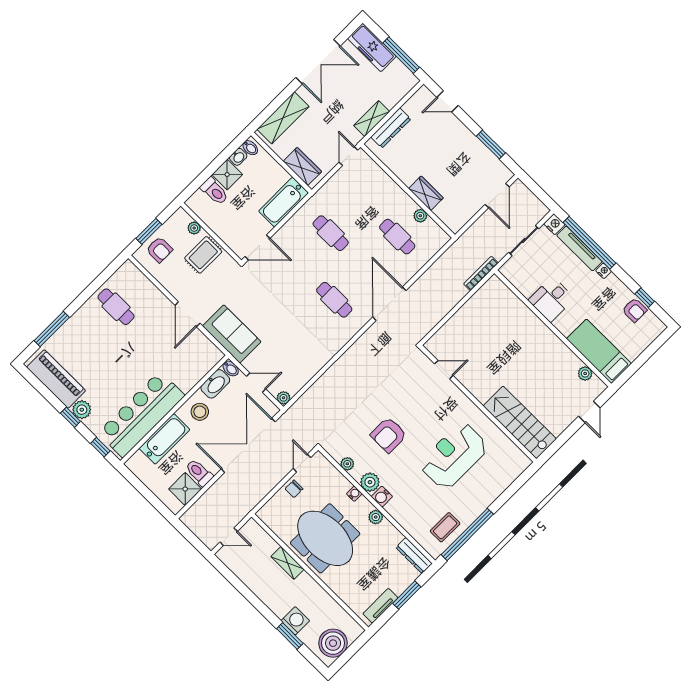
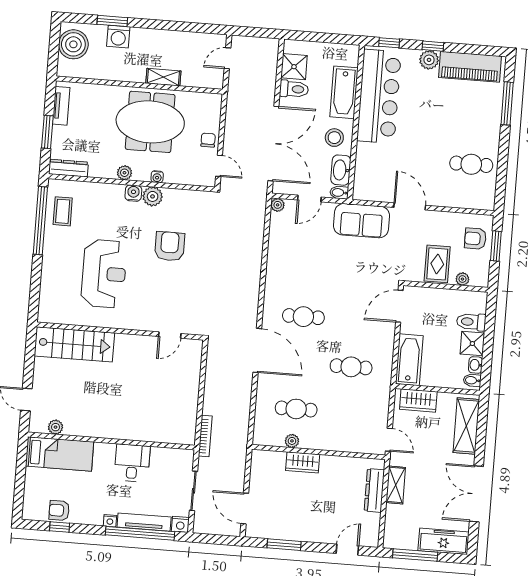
plant: (347, 464) -> (183, 196), removed

